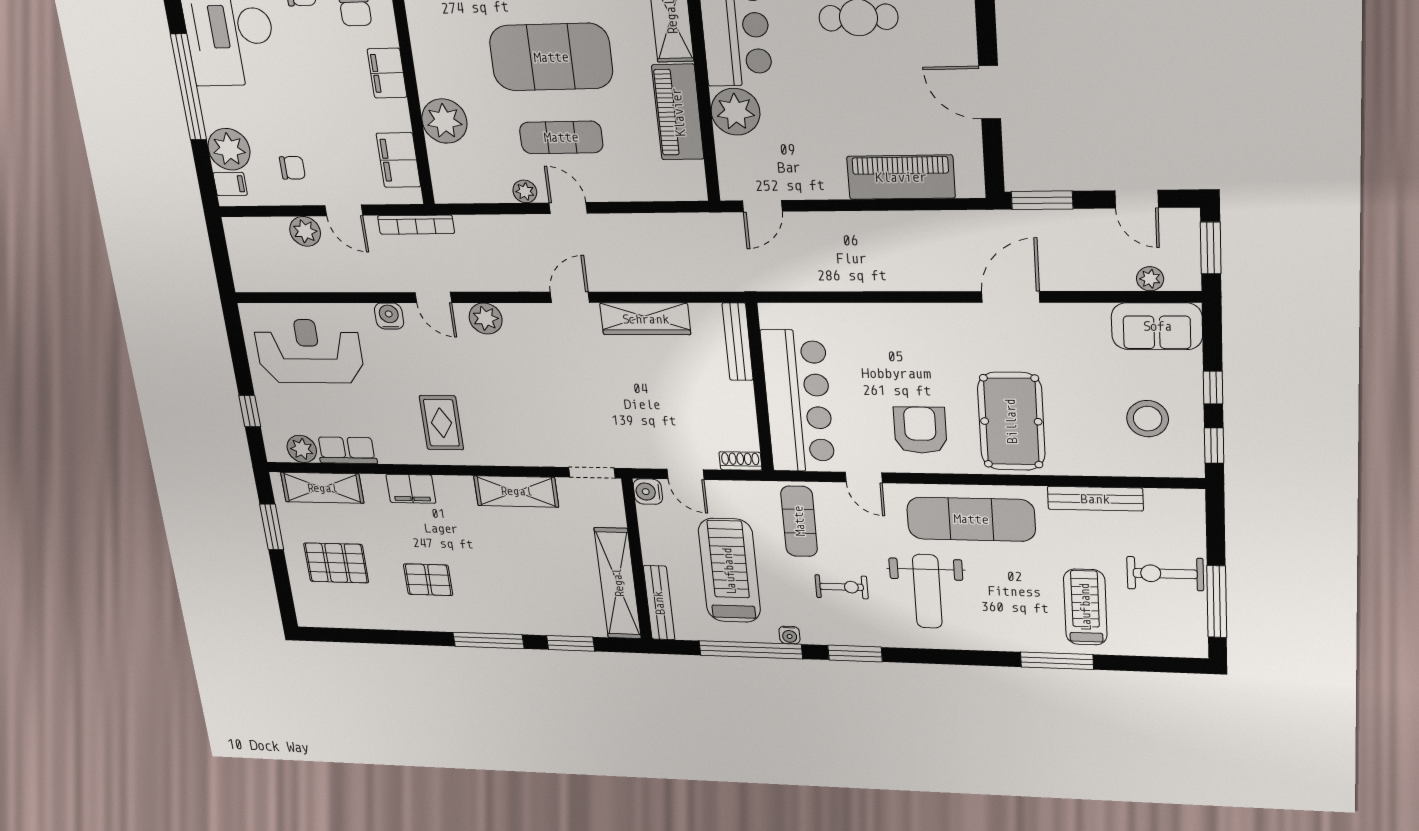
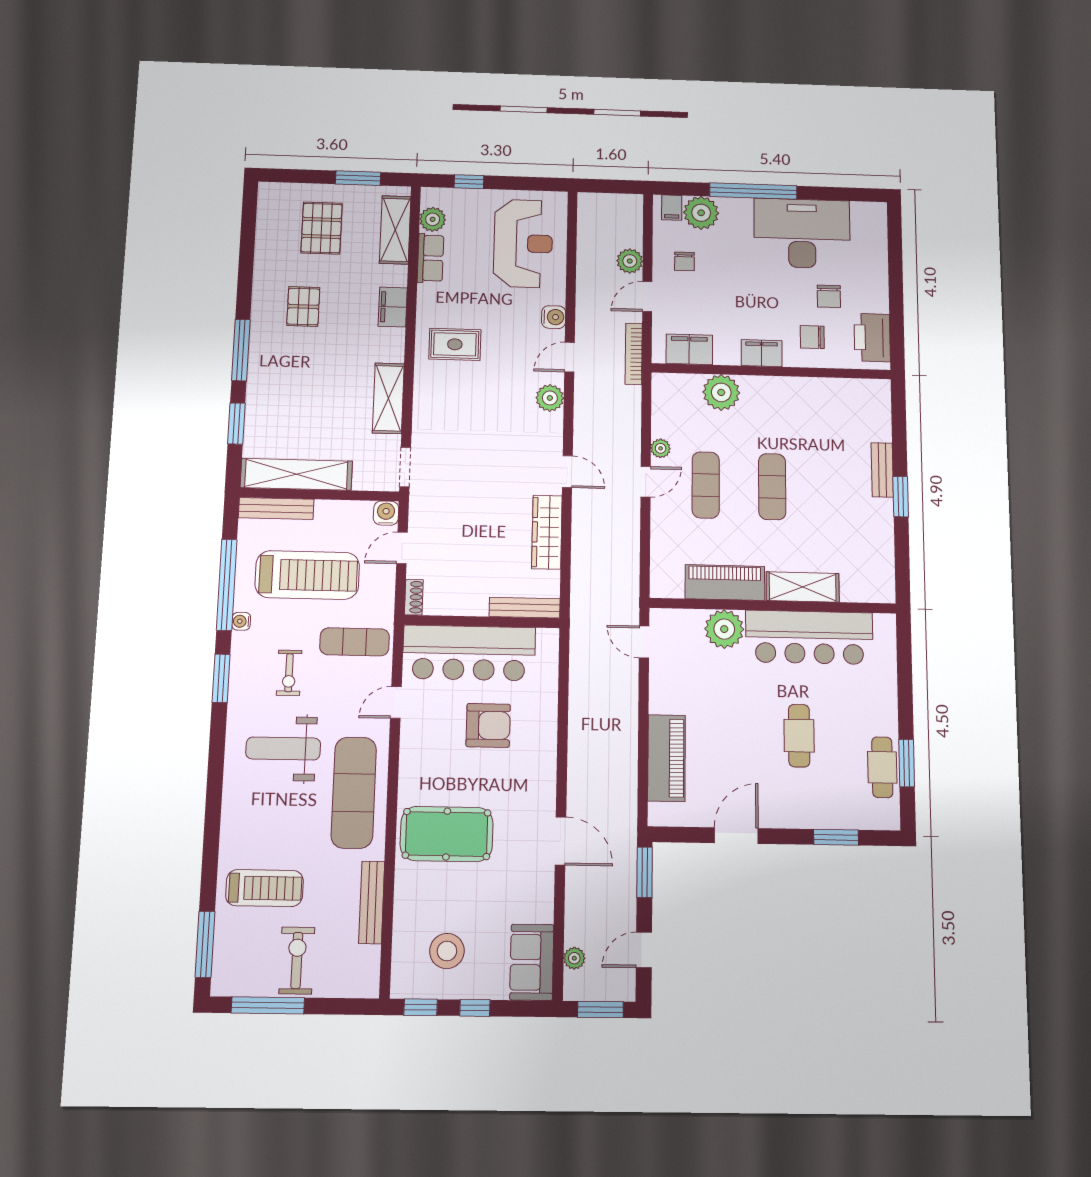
exercise mat: (551, 57) -> (772, 487), width x0.50, depth x0.69
armchair: (920, 430) -> (488, 725), moved
window: (1057, 661) -> (205, 944), moved

